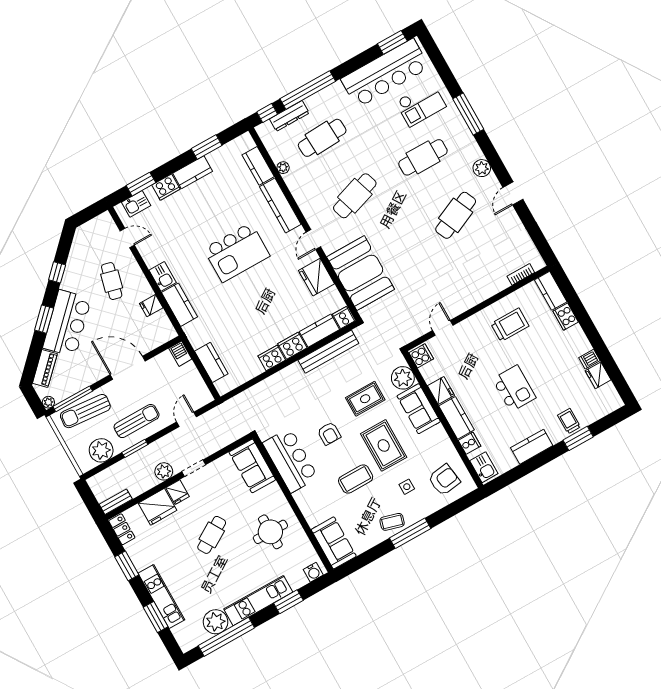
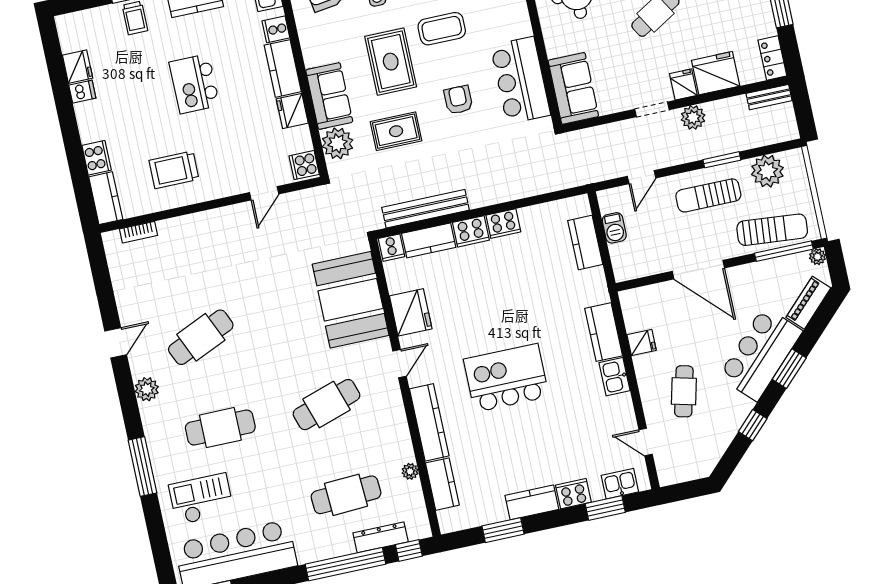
barbecue: (180, 354) -> (614, 228), moved

